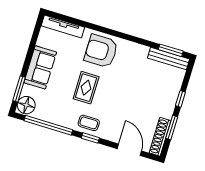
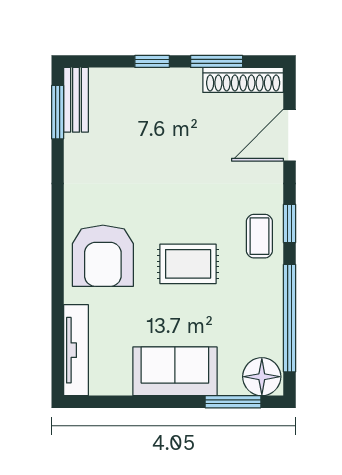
bench: (168, 59) -> (76, 100), width x0.73

